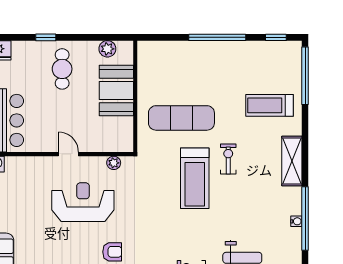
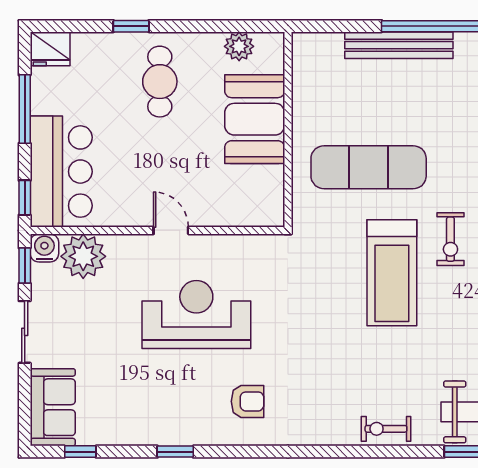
bench: (199, 48) -> (399, 45), added
exercise bike: (228, 159) -> (450, 239), turned 180
plant: (114, 163) -> (83, 256), moved, width x1.87, depth x1.87

